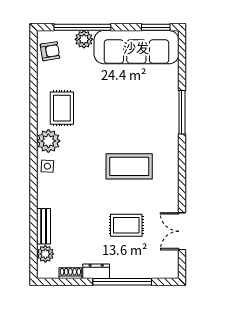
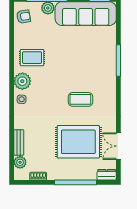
rug: (62, 108) -> (32, 58), turned 90
coffee table: (129, 166) -> (80, 99), width x0.73, depth x0.76
rug: (126, 225) -> (78, 142), width x1.86, depth x2.06
dresser: (96, 271) -> (107, 175), moved

